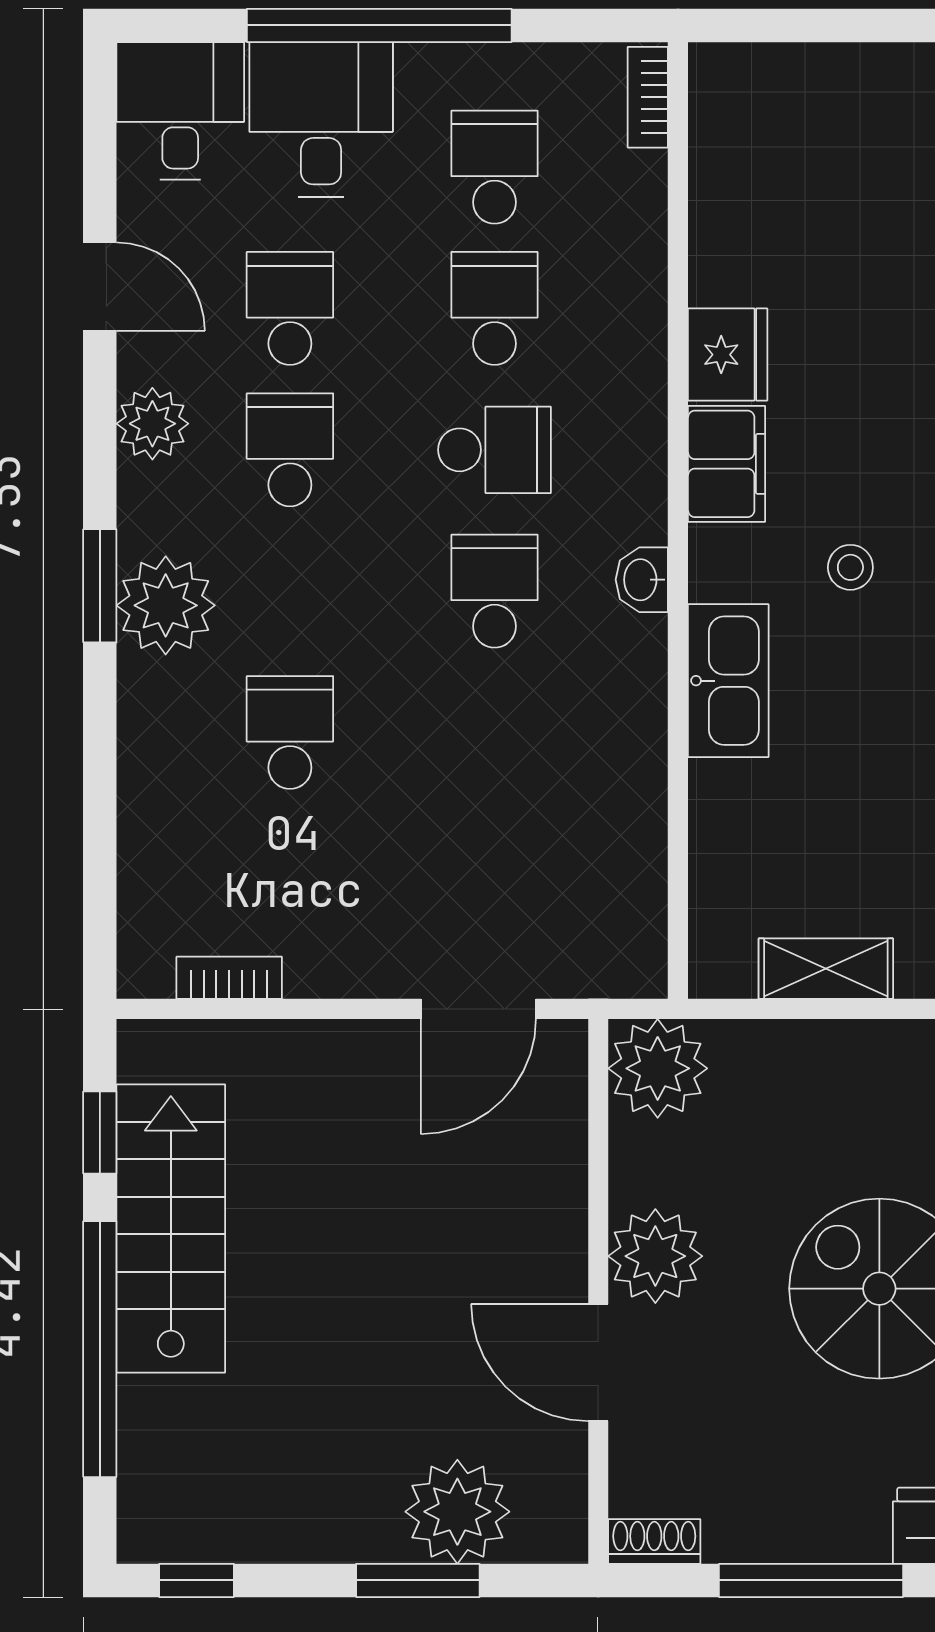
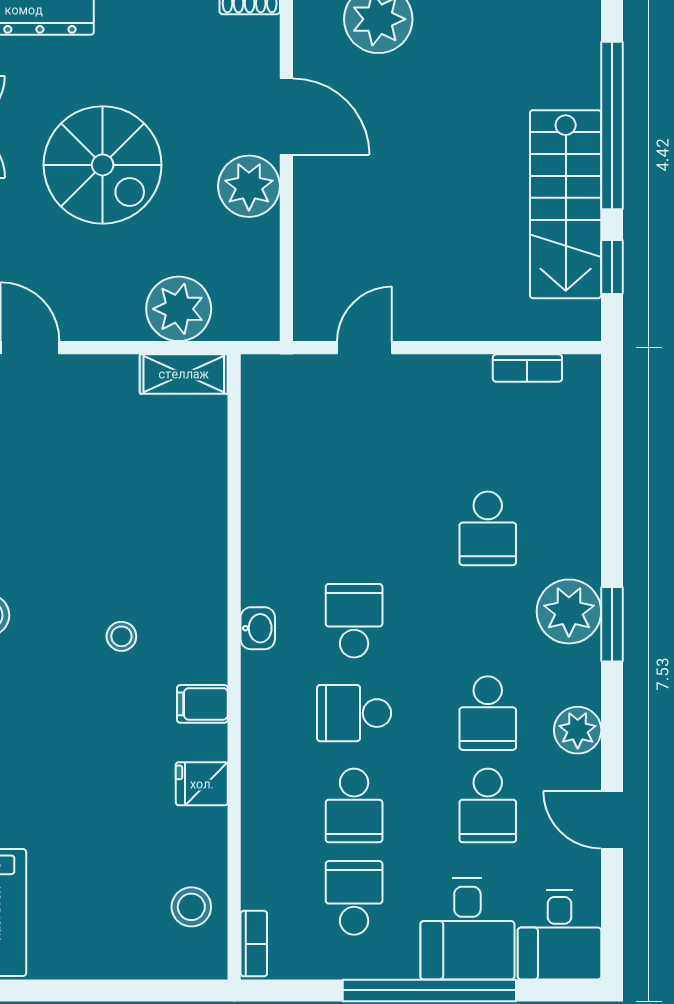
stool: (743, 153) -> (191, 907), added
school desk: (495, 167) -> (354, 898), turned 180
fridge: (728, 355) -> (202, 784), width x0.72
filing cabinet: (727, 464) -> (202, 704), width x0.50
school desk: (495, 591) -> (354, 621), turned 180
kitchen sink: (728, 681) -> (201, 562), removed
shelving: (826, 969) -> (184, 374), moved
door: (478, 1009) -> (365, 348), width x0.73
plant: (658, 1068) -> (179, 309), moved

